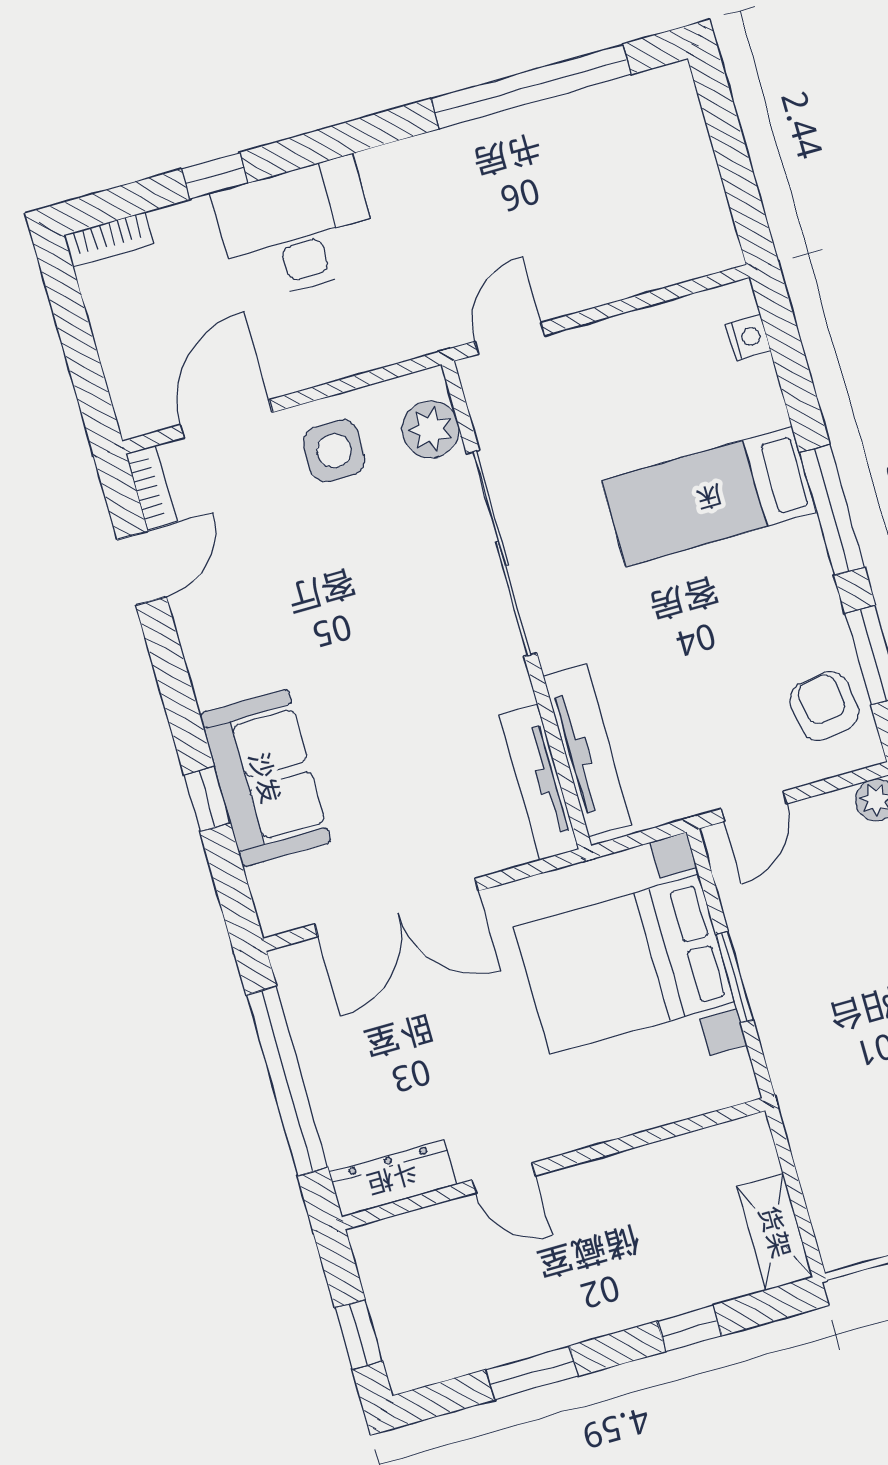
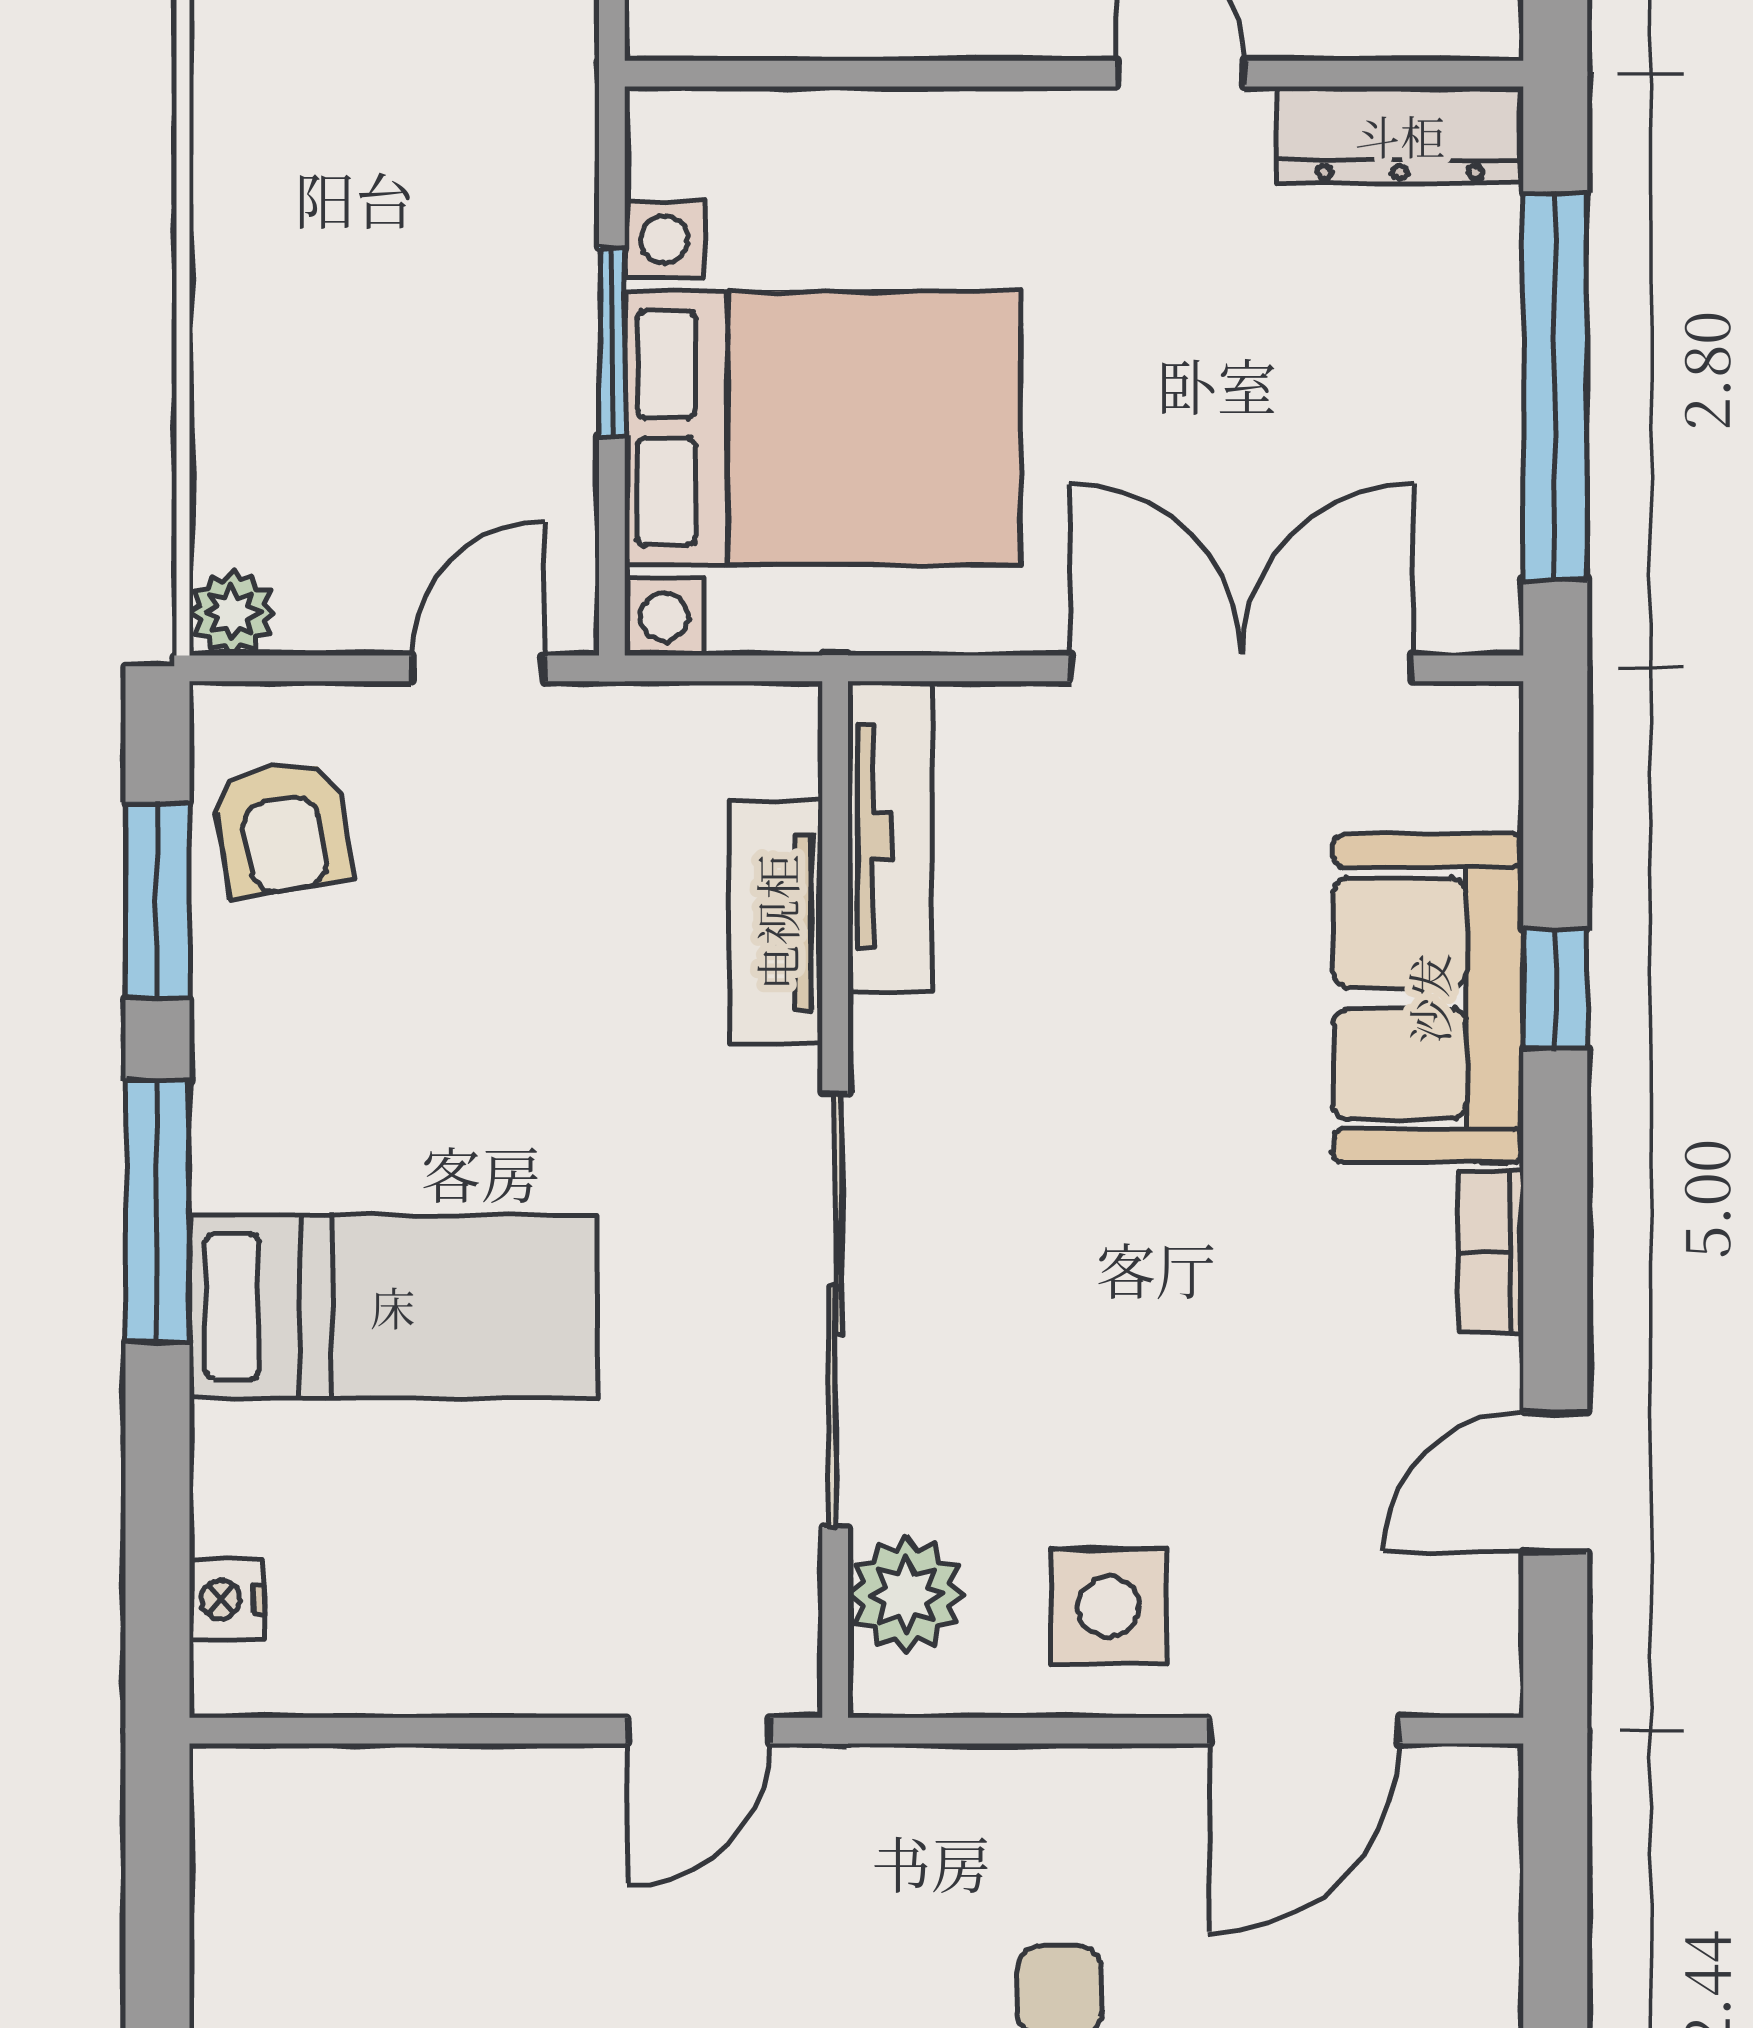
bookcase: (151, 487) -> (1491, 1252), moved
tv unit: (587, 750) -> (776, 922), width x0.71

